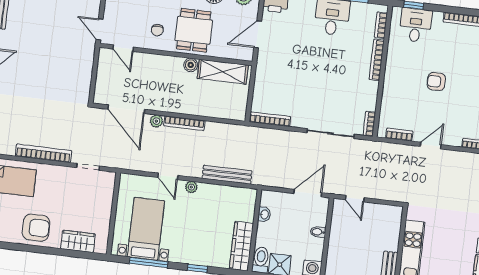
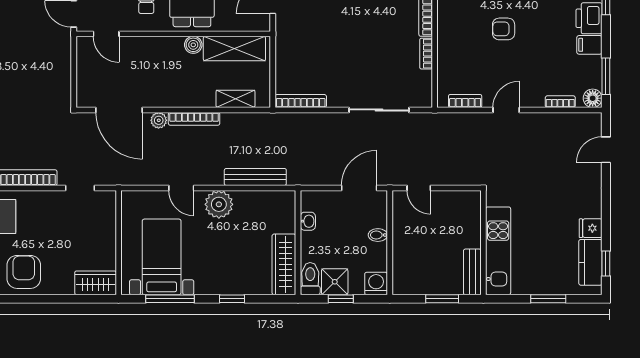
shelving: (219, 111) -> (235, 99), added
bookcase: (369, 124) -> (426, 54), moved
plant: (191, 187) -> (219, 204), width x1.87, depth x1.87
armchair: (36, 228) -> (24, 272), turned -90
wardrobe: (78, 241) -> (96, 283), moved

